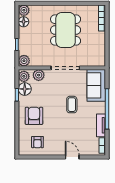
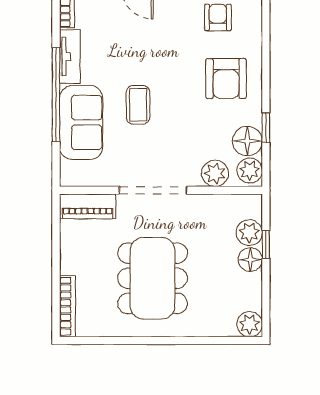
floor lamp: (24, 22) -> (250, 260), moved
plant: (24, 61) -> (249, 233), moved
piano: (93, 61) -> (88, 206), added
sofa: (96, 85) -> (81, 122), moved

